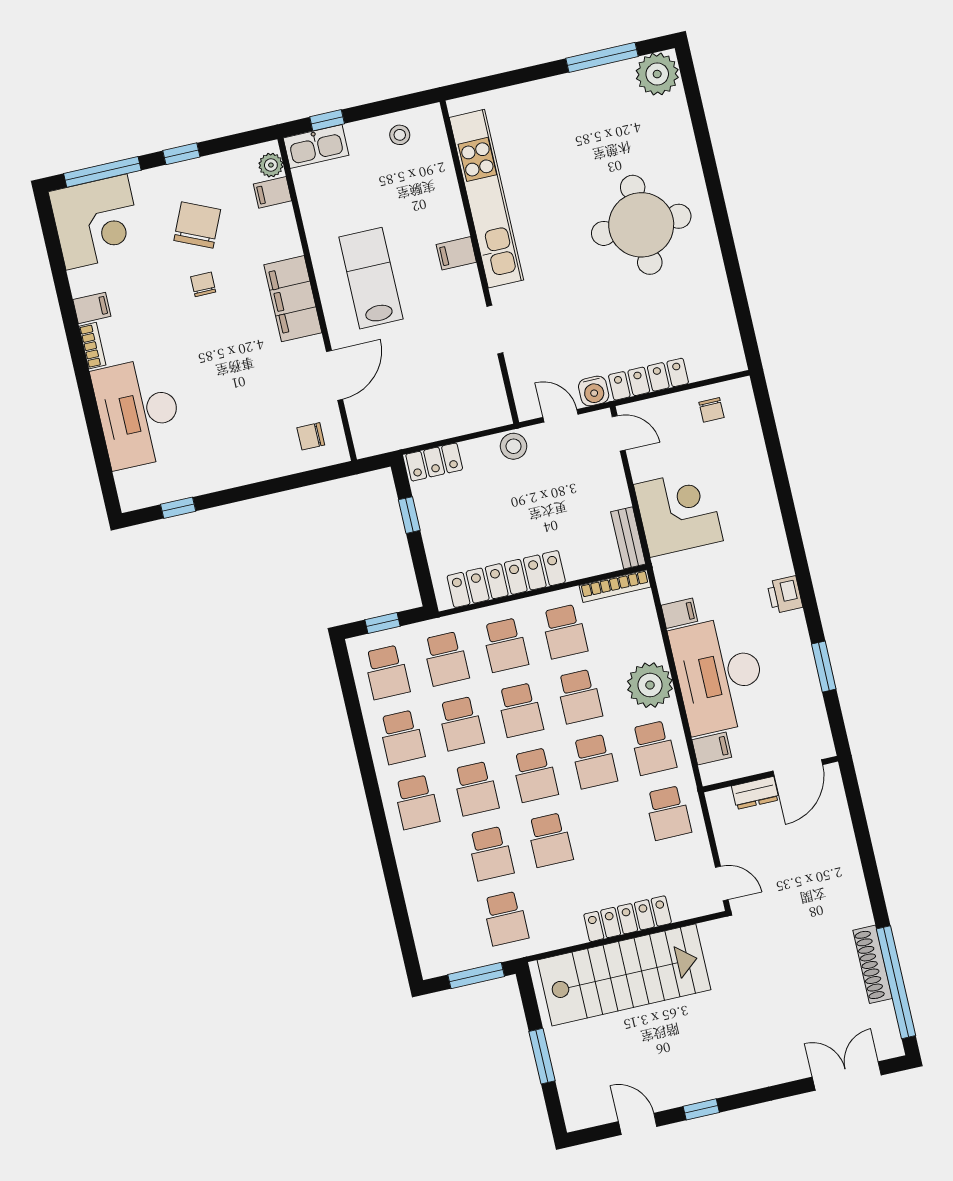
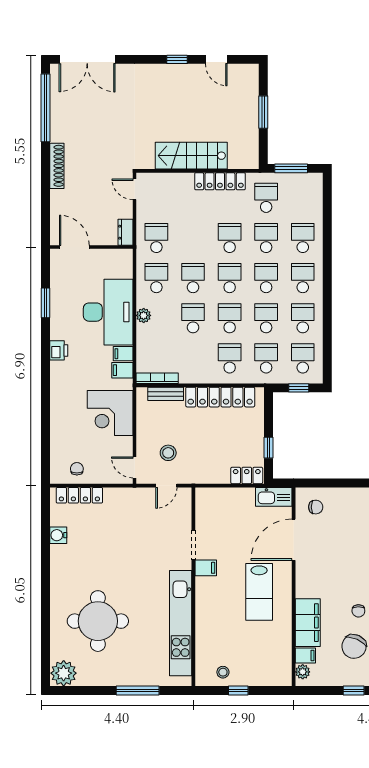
window: (602, 57) -> (138, 690), moved
window: (327, 120) -> (238, 690), moved
kitchen sink: (316, 147) -> (274, 497), moved, turned 180
round table: (641, 225) -> (98, 621), moved
filing cabinet: (456, 253) -> (206, 568), moved
filing cabinet: (293, 299) -> (308, 623), moved
door: (335, 375) -> (294, 540), width x1.36
locker: (648, 379) -> (79, 495), moved
water cooler: (594, 391) -> (58, 535), moved, turned -90
door: (560, 416) -> (166, 486), hinge flipped
stool: (514, 446) -> (168, 453), moved
bench: (628, 538) -> (166, 394), moved, turned 90
school desk: (564, 631) -> (303, 238), moved
plant: (650, 685) -> (144, 315), width x0.53, depth x0.53
filing cabinet: (712, 749) -> (122, 370), moved
door: (798, 768) -> (74, 247), hinge flipped
dresser: (755, 793) -> (125, 232), moved, turned -90
locker: (628, 919) -> (220, 181), moved
shoe rack: (873, 964) -> (57, 166), moved
stairs: (624, 975) -> (191, 156), width x0.73, depth x0.66
double door: (847, 1076) -> (87, 59), width x1.37

